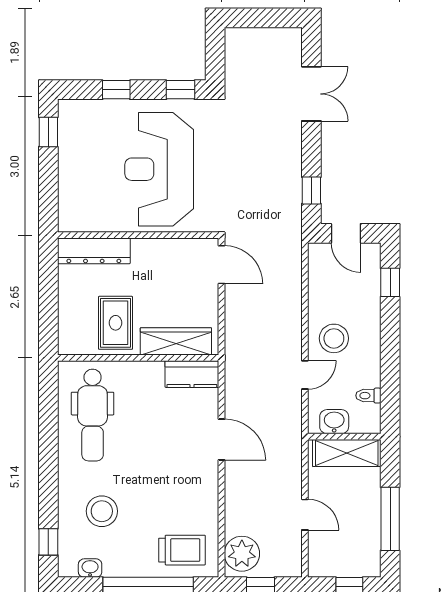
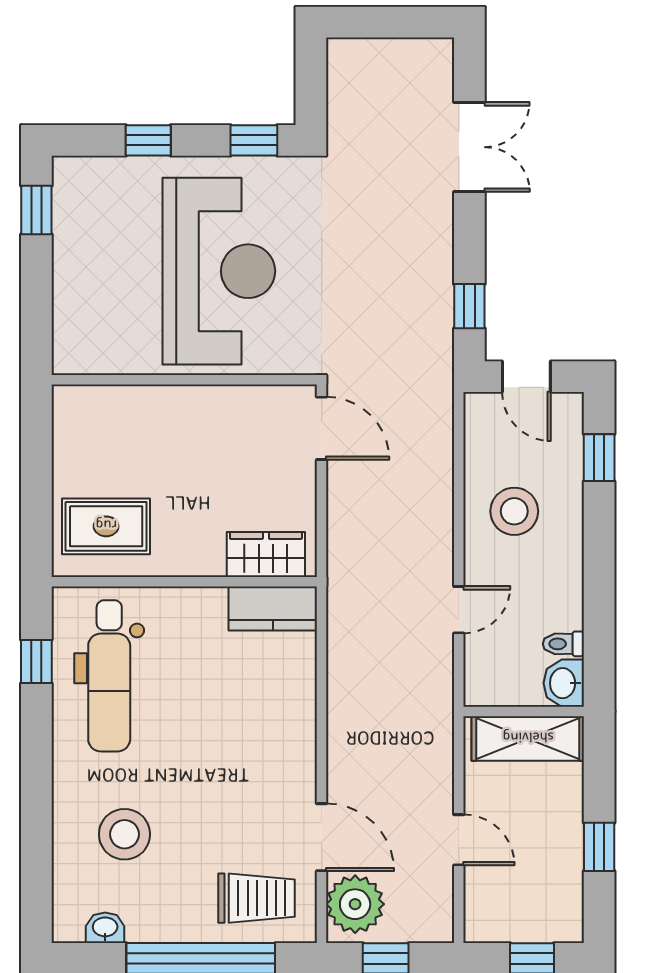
reception desk: (159, 169) -> (219, 271), turned 180
dresser: (94, 251) -> (111, 406), removed
rug: (116, 323) -> (106, 526), moved, turned 90
stool: (334, 338) -> (514, 511), moved
wardrobe: (176, 341) -> (266, 555), width x0.67
washbasin: (334, 422) -> (564, 683), moved, turned -90
door: (222, 439) -> (322, 837), moved
window: (390, 519) -> (599, 847), width x0.46
window: (48, 542) -> (36, 661), moved

